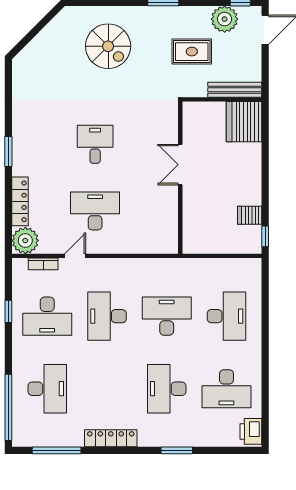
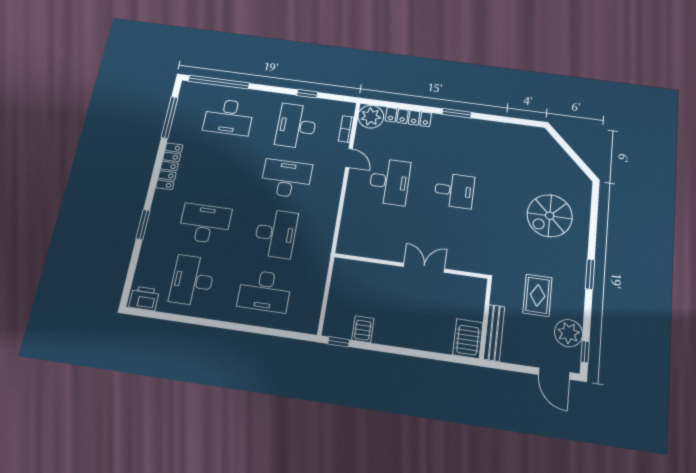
server rack: (244, 122) -> (468, 339), width x0.62

